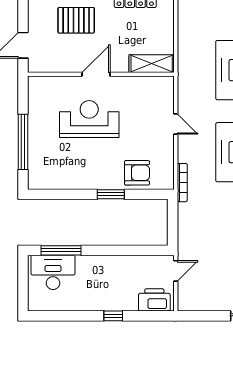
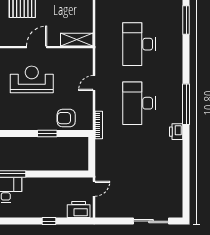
door: (176, 124) -> (94, 83), swing flipped
armchair: (137, 173) -> (66, 118), turned 180

